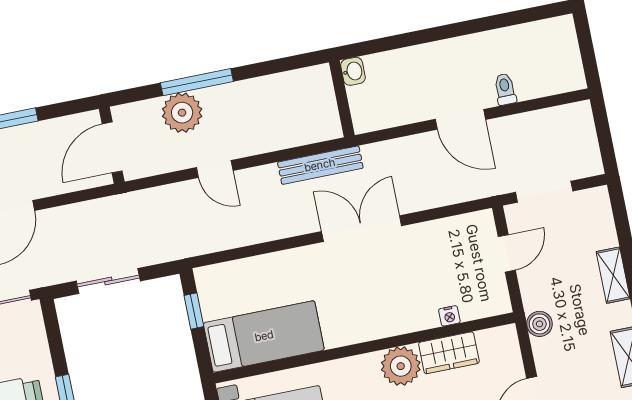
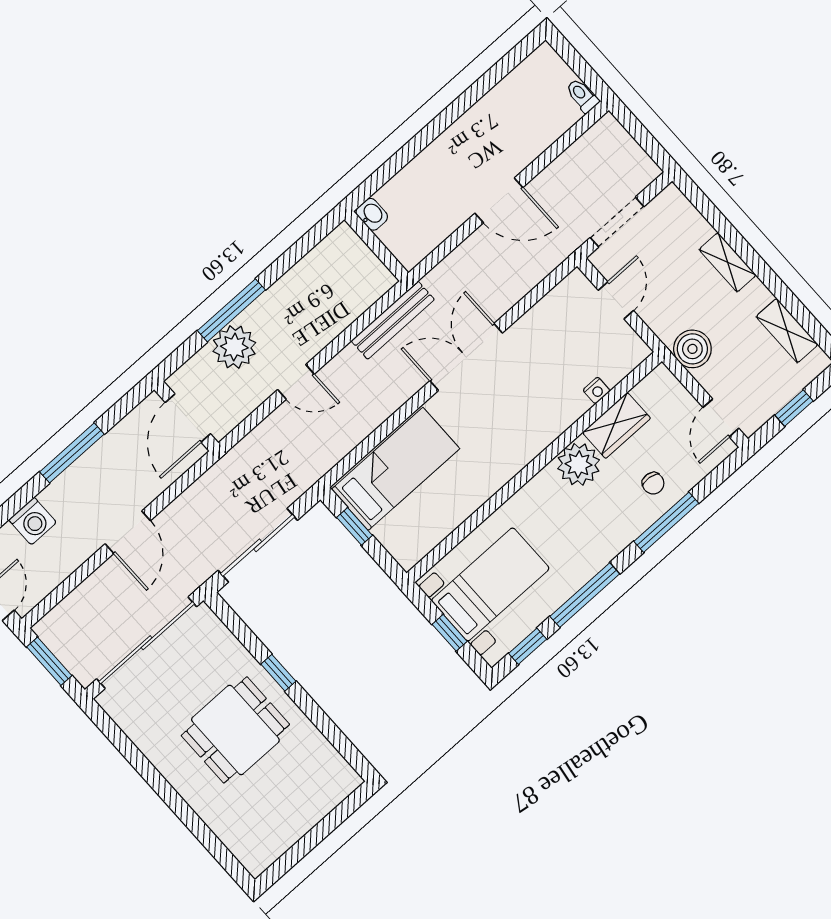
toilet: (505, 89) -> (582, 96), moved
sliding door: (108, 281) -> (258, 545), width x1.37
boiler: (539, 324) -> (692, 349), width x1.36, depth x1.36
bed: (264, 336) -> (396, 469), moved

